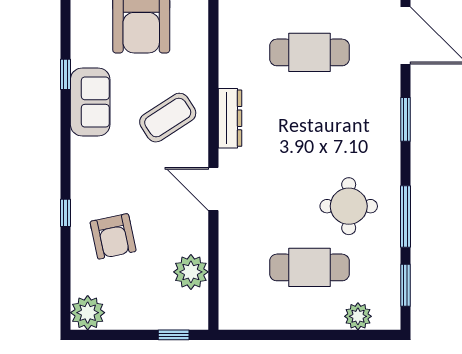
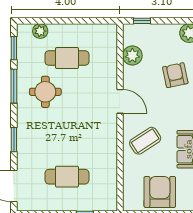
dresser: (230, 118) -> (111, 140), removed

